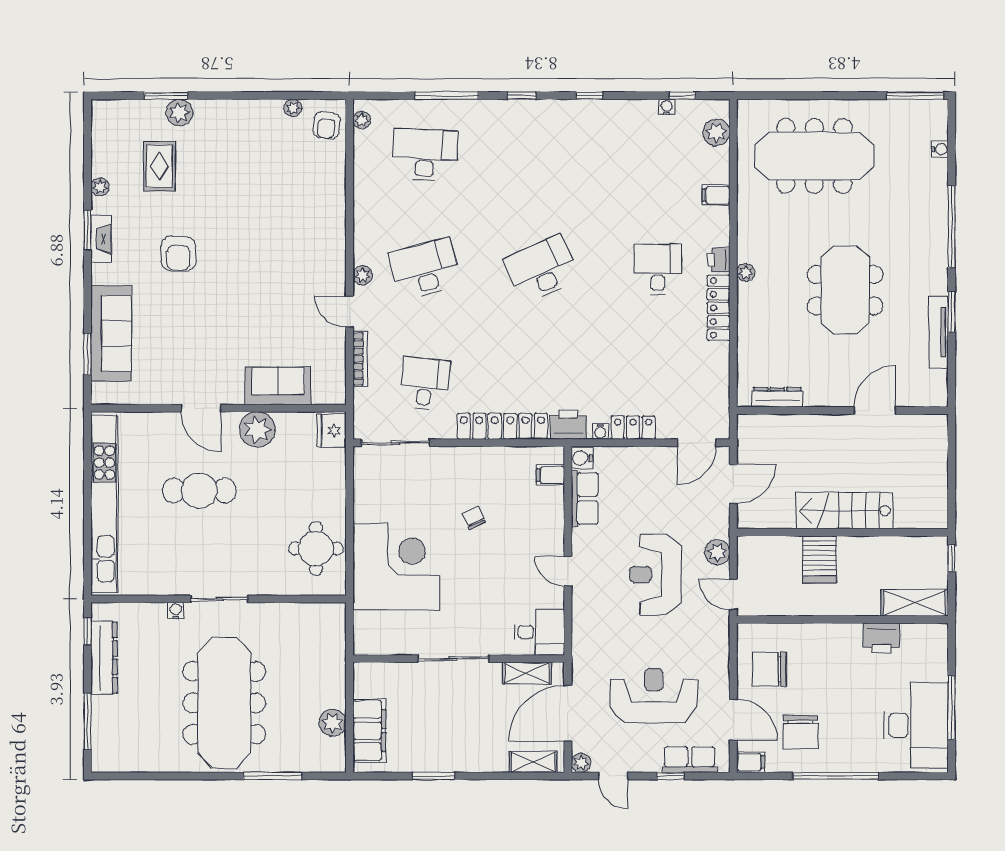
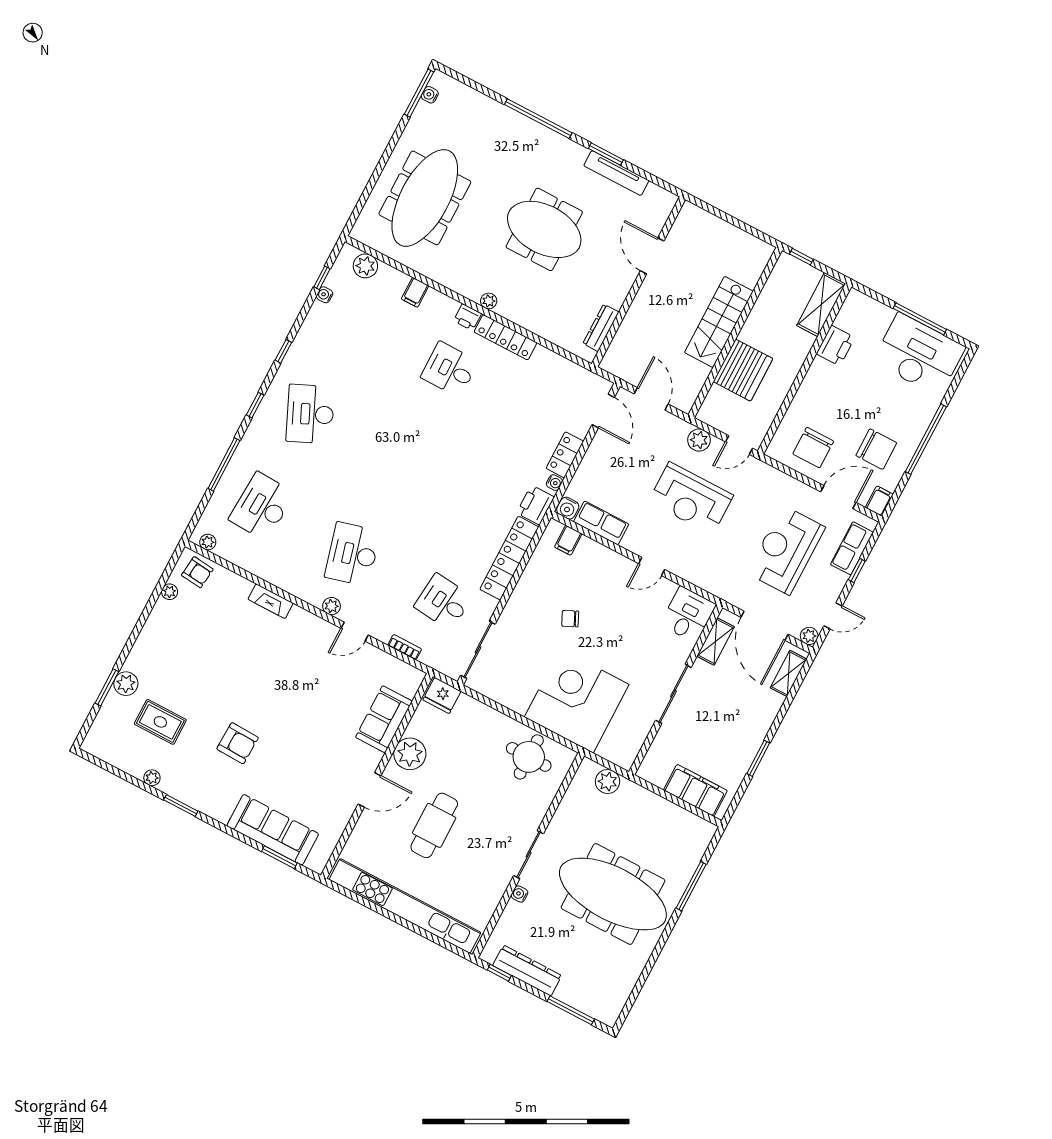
water cooler: (940, 149) -> (430, 95), moved, turned -90
fireplace: (101, 239) -> (271, 601), moved, turned 180
desk: (541, 269) -> (310, 414), moved
bookcase: (360, 359) -> (405, 647), width x0.64
server rack: (819, 559) -> (743, 370), width x1.60
plant: (333, 723) -> (608, 782), moved

